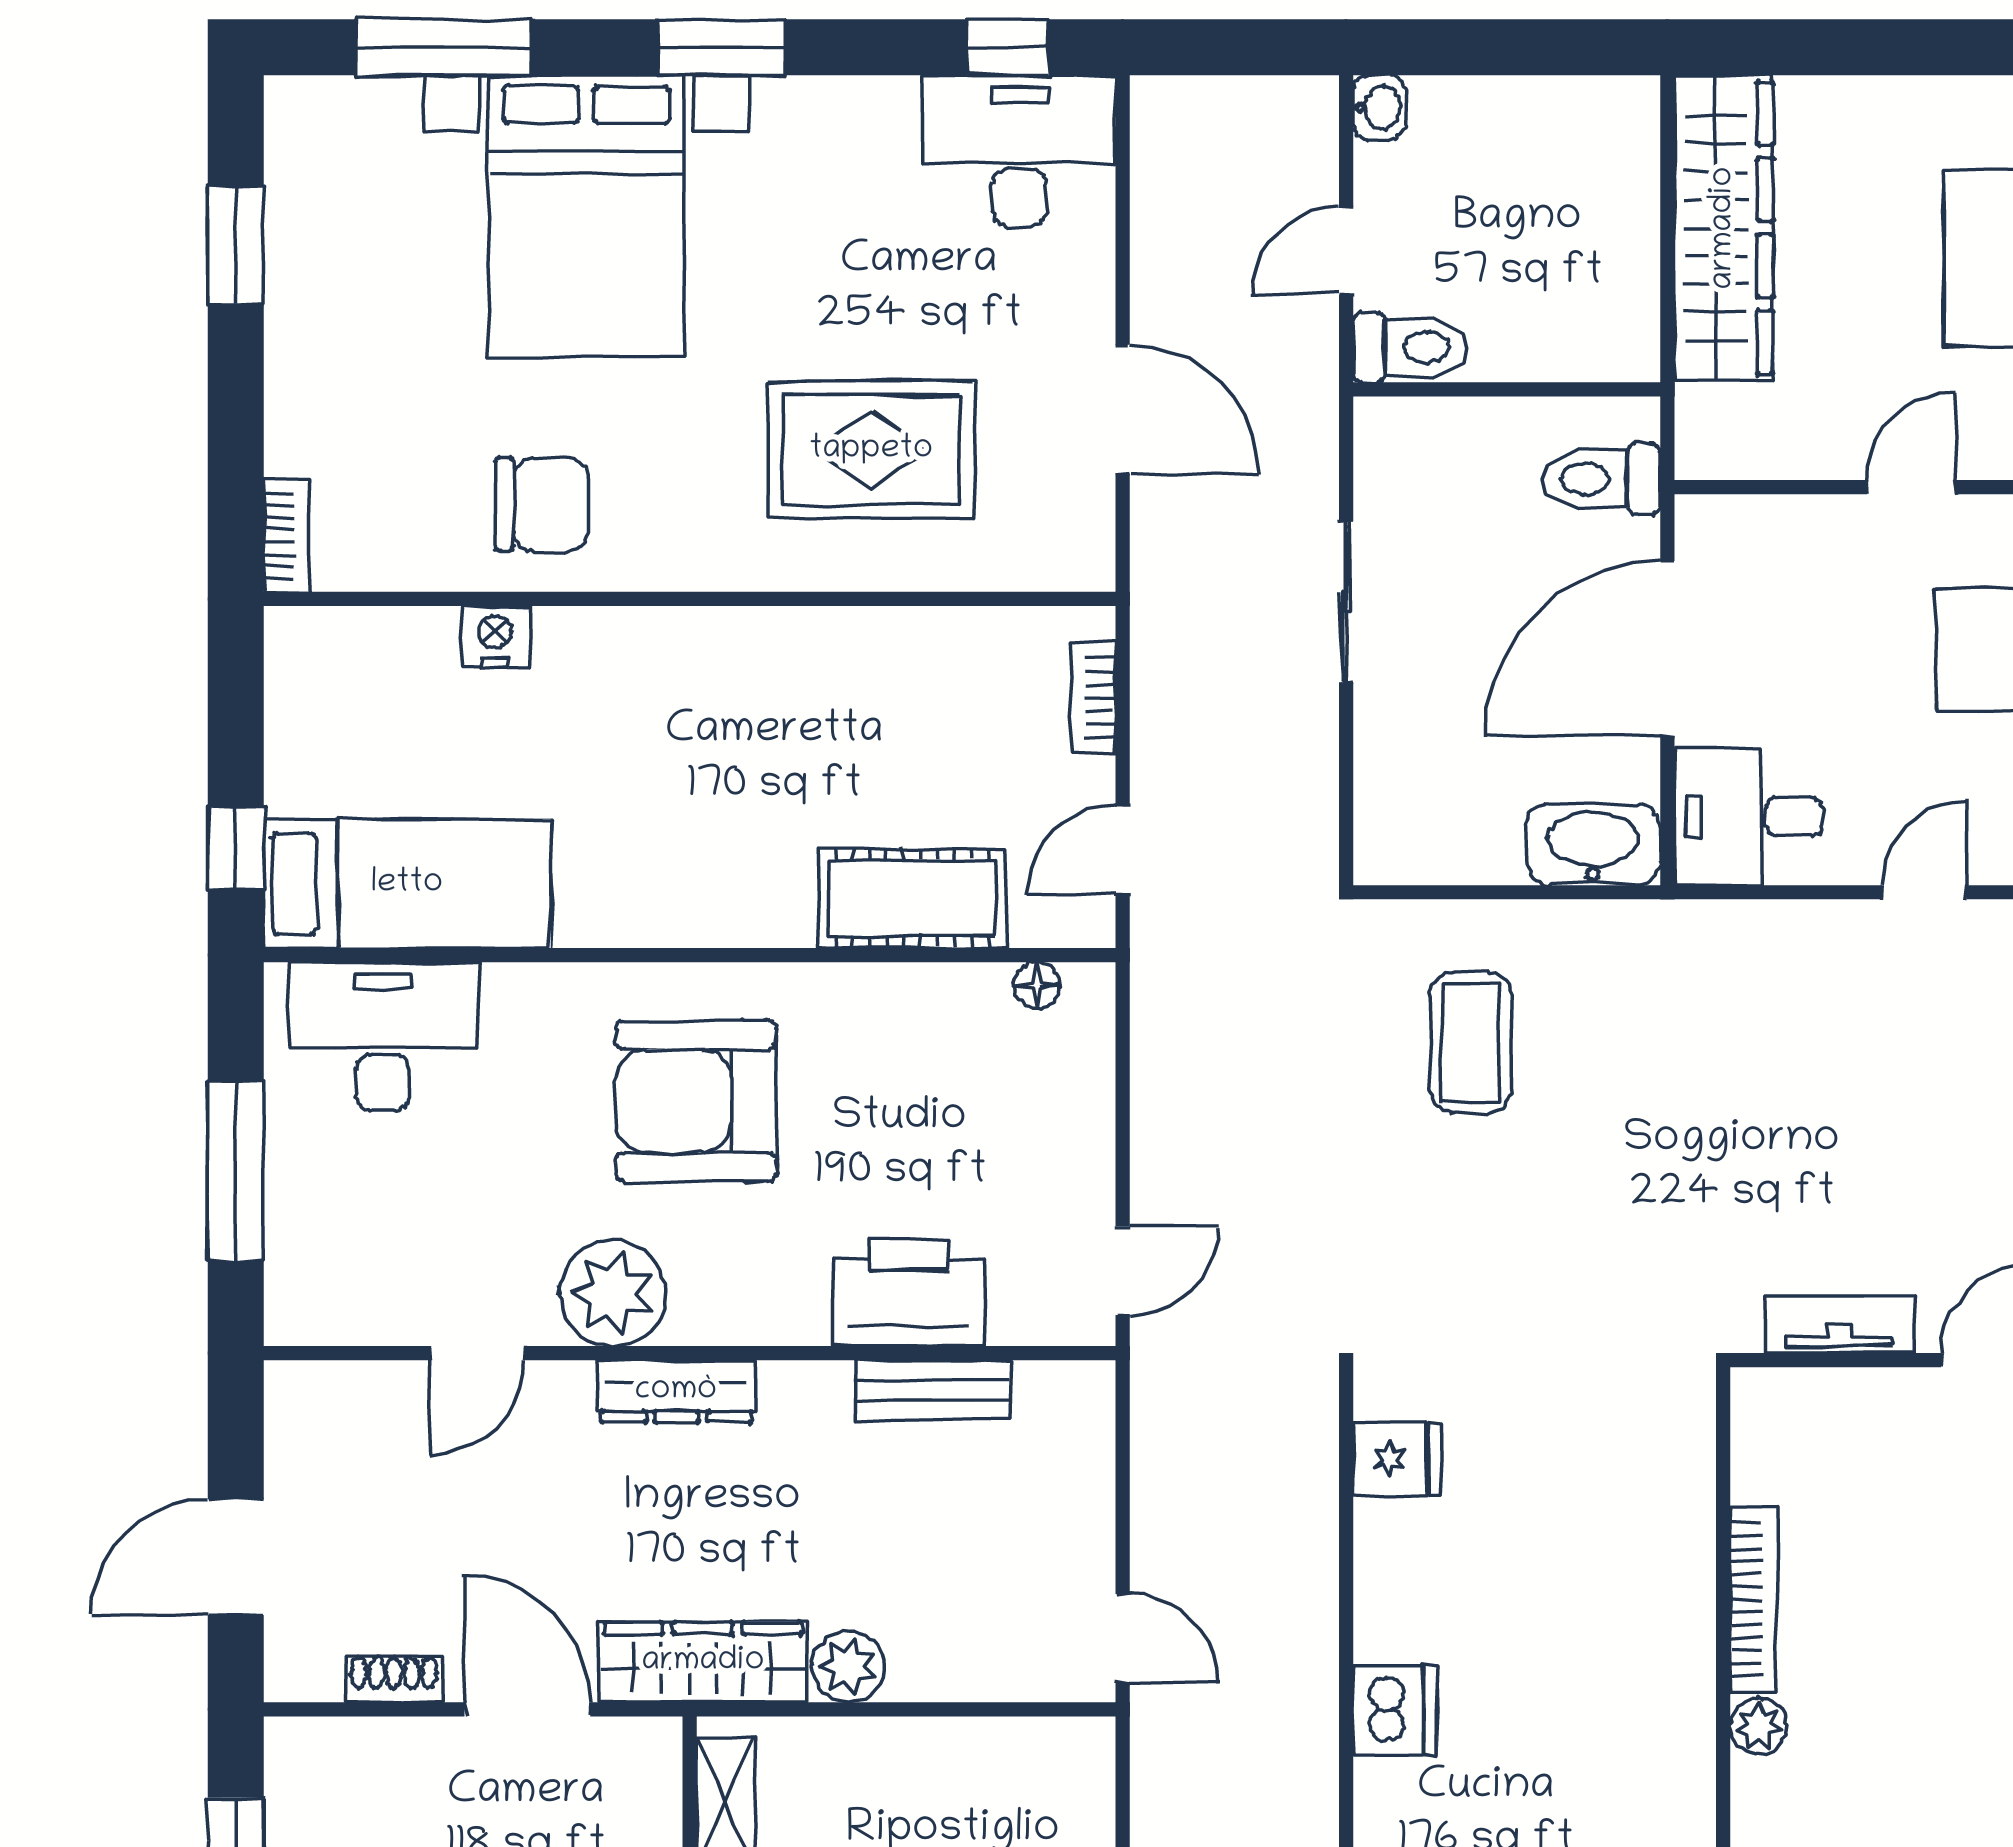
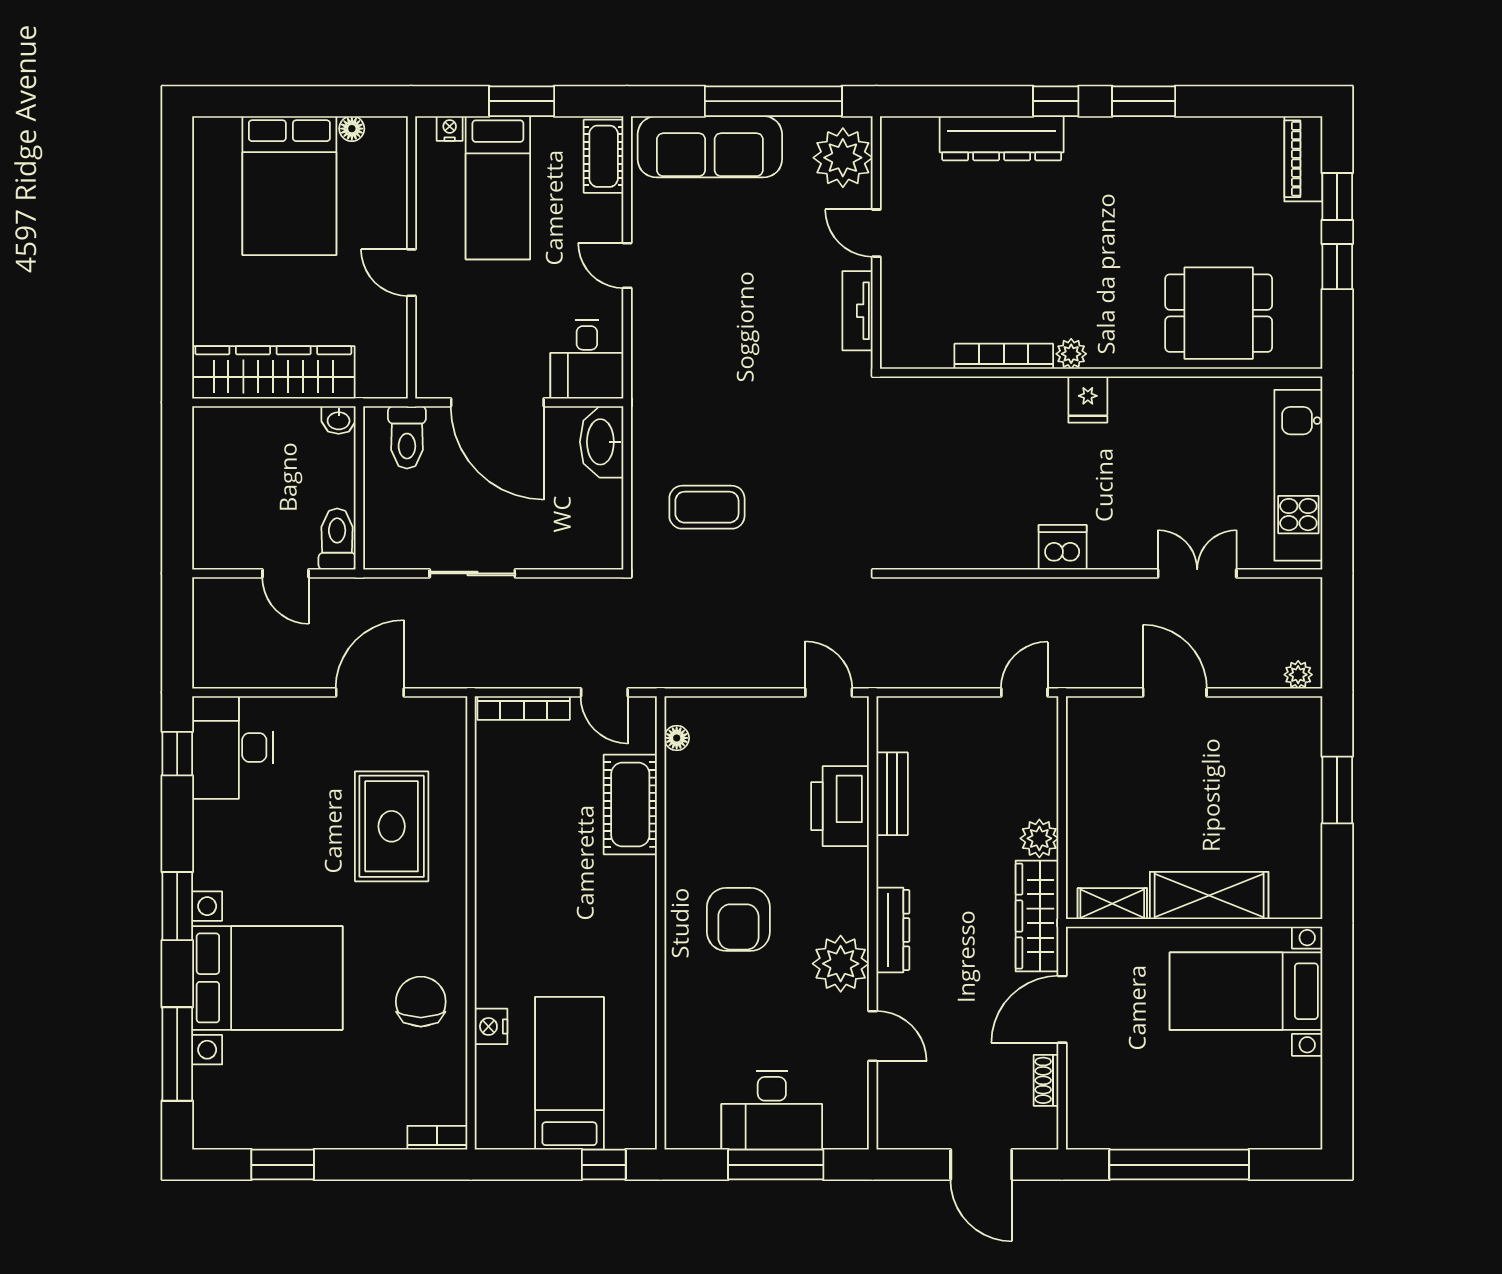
washbasin: (1379, 107) -> (339, 420), moved, turned 180
bookcase: (1093, 698) -> (524, 708), width x1.56
bed: (407, 884) -> (569, 1073), moved
desk: (383, 1036) -> (772, 1110), moved, turned -90
armchair: (696, 1101) -> (738, 919), width x0.73, depth x0.73
fridge: (1397, 1459) -> (1088, 400), moved, turned 180

